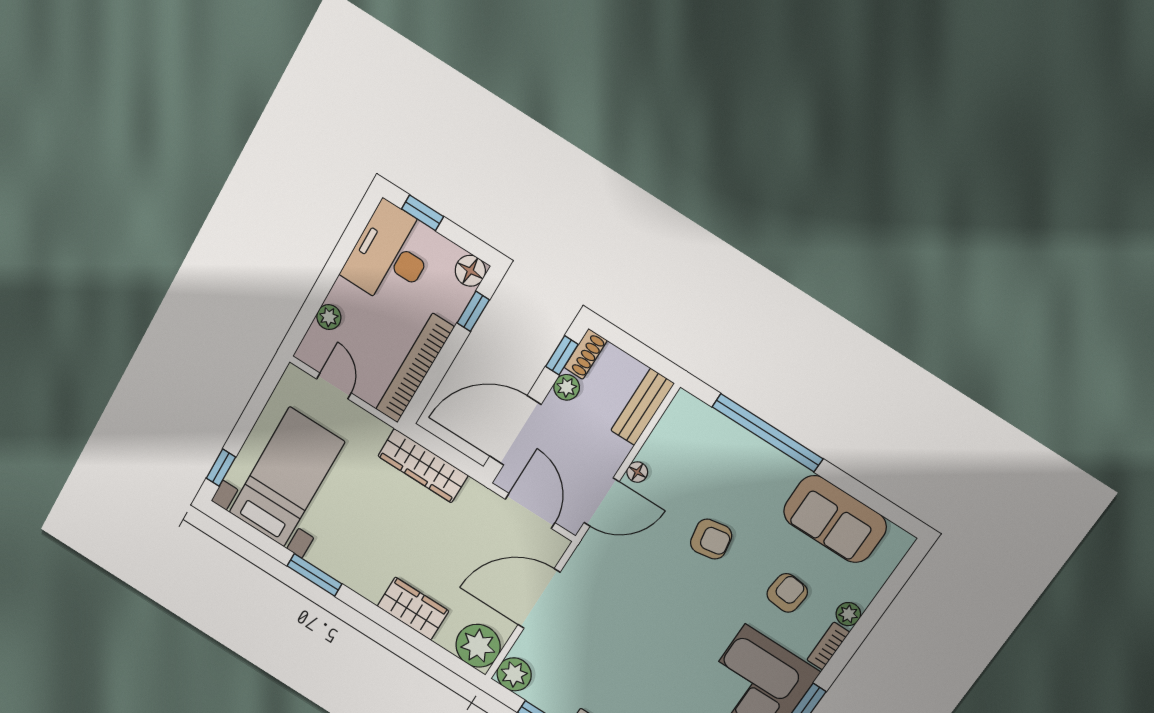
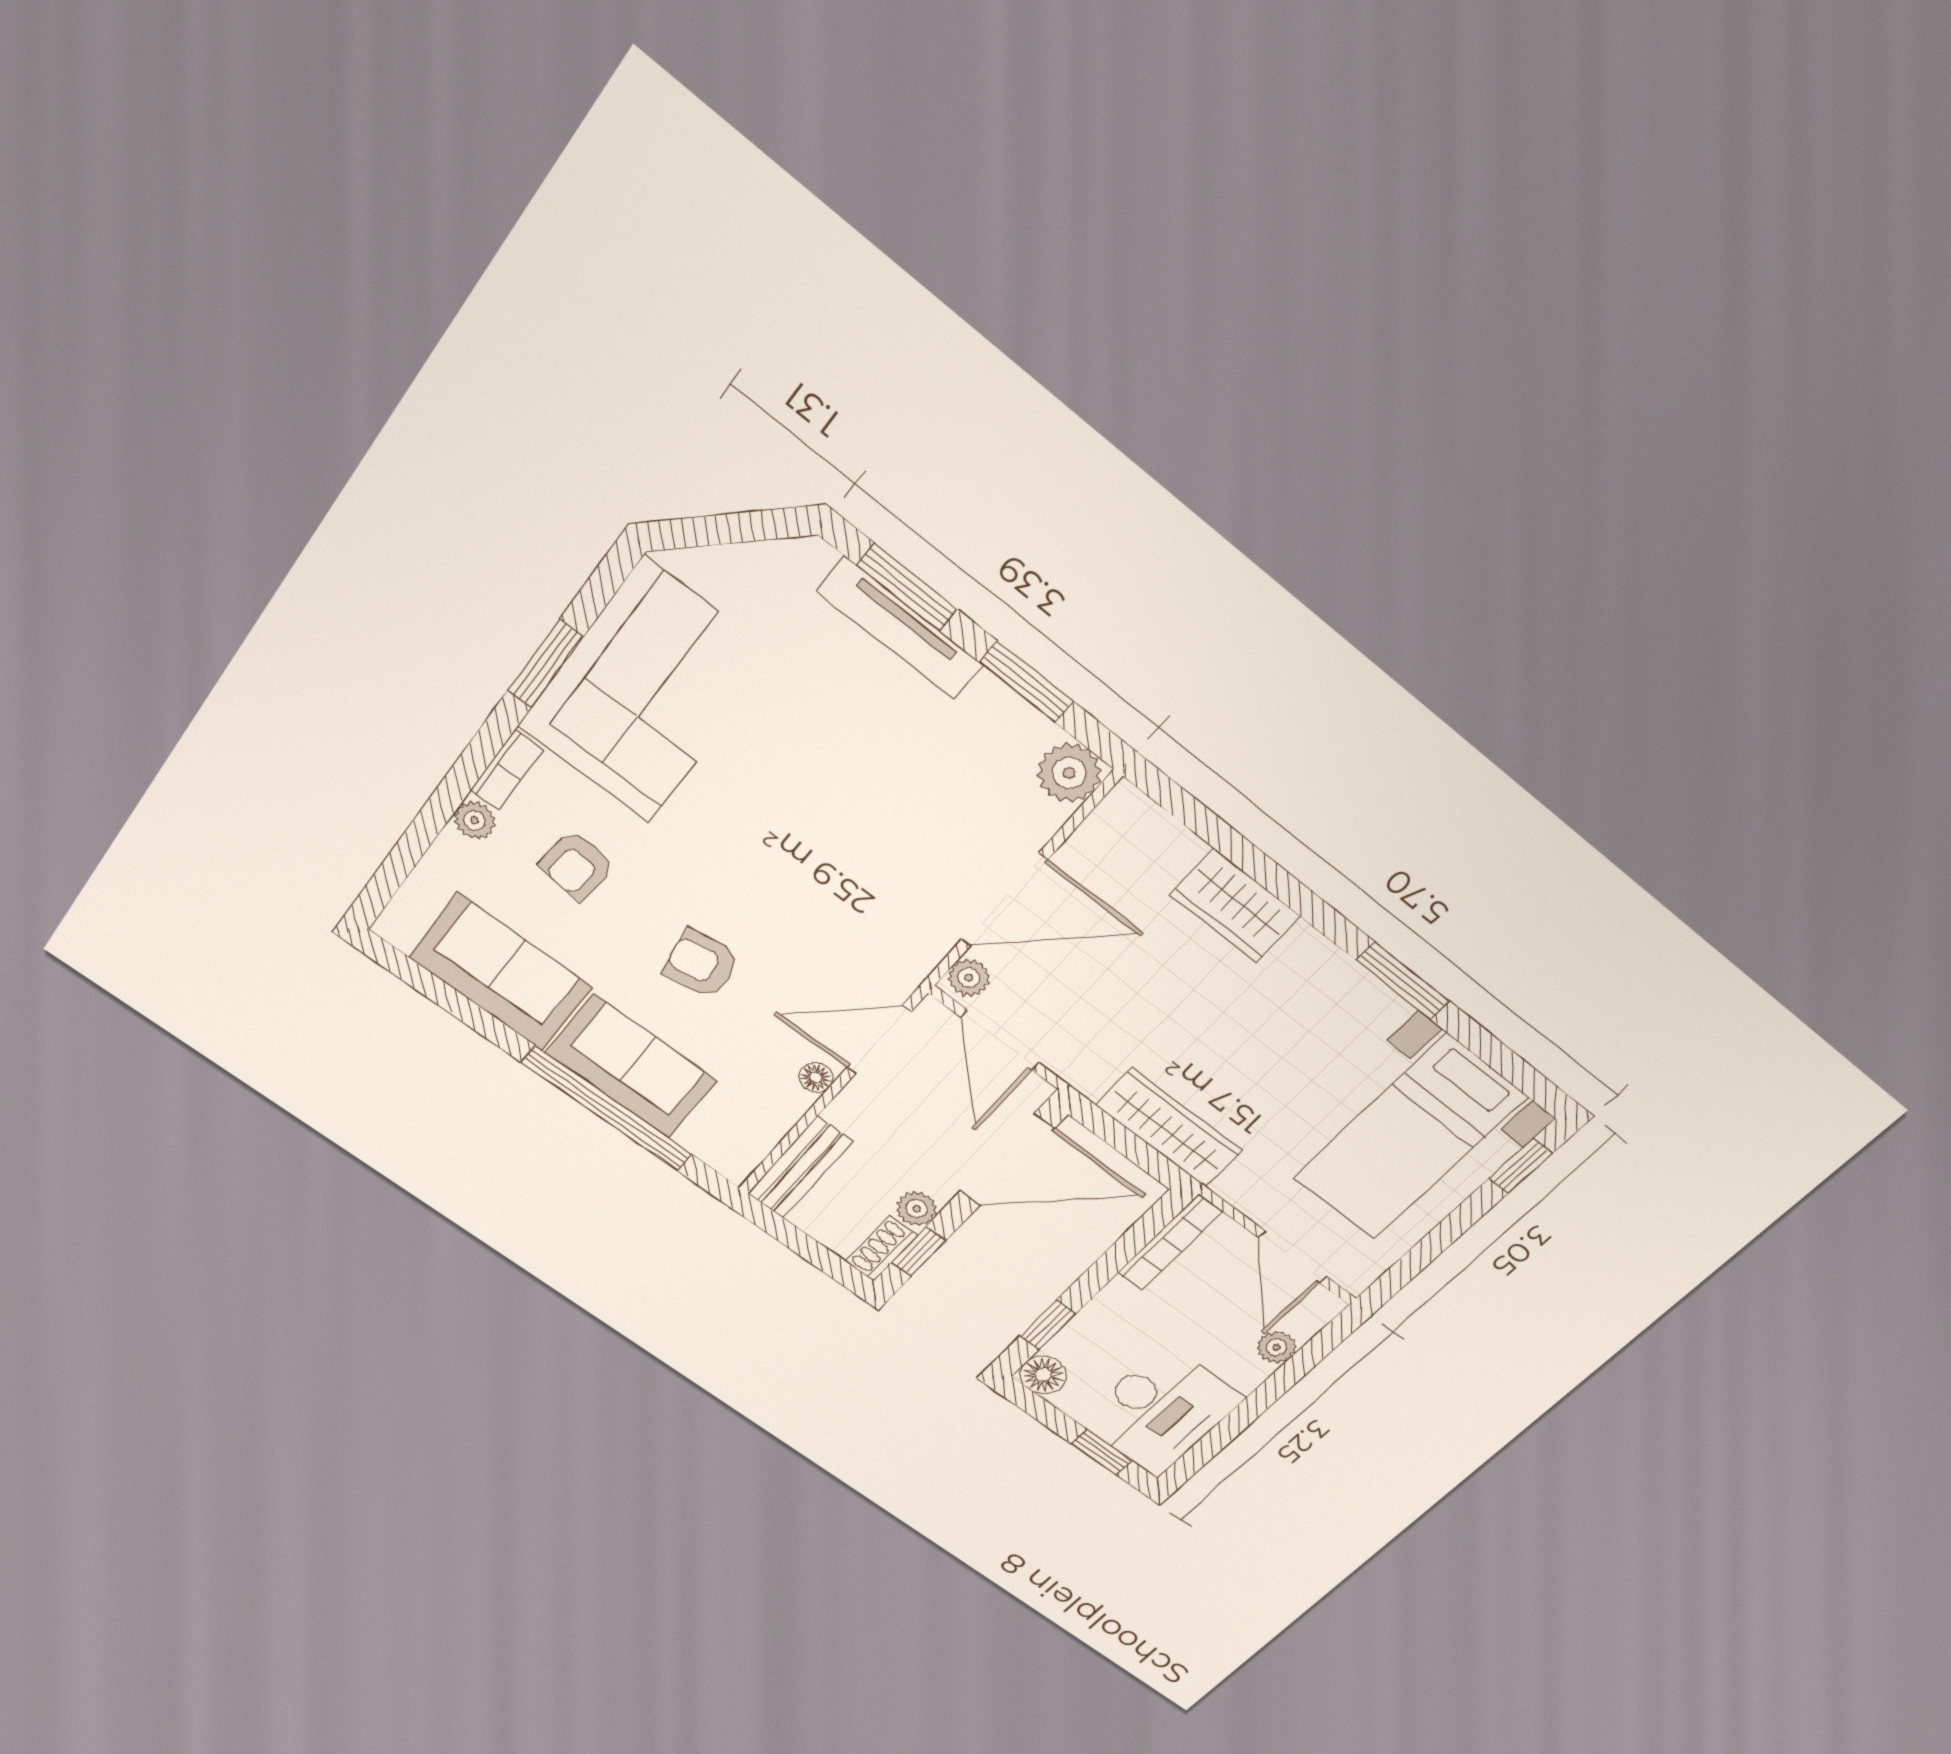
bookcase: (415, 368) -> (1170, 1242), width x0.68, depth x0.76
door: (334, 386) -> (1292, 1257), width x1.38
sofa: (752, 465) -> (631, 1067), added
plant: (478, 646) -> (969, 978), moved, width x0.53, depth x0.53

